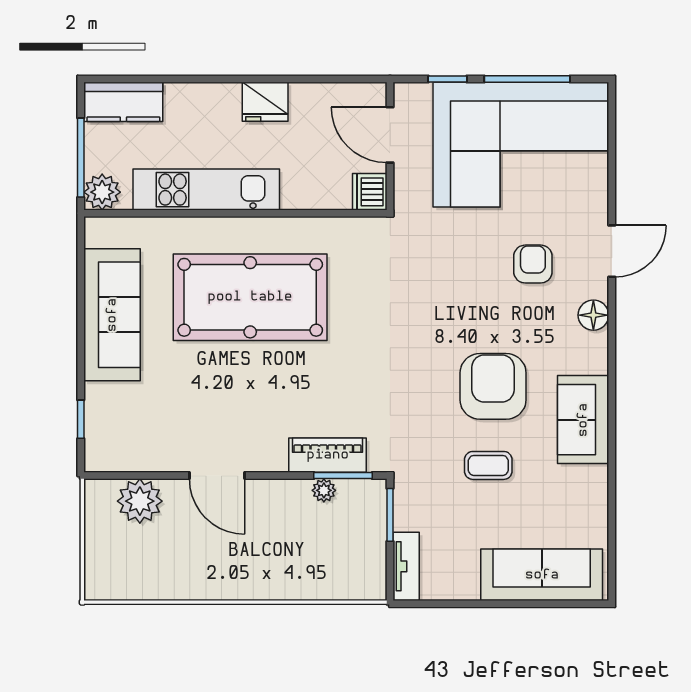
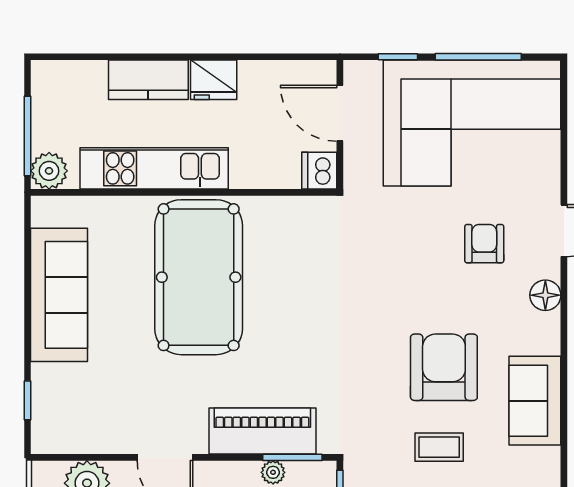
kitchen counter: (123, 102) -> (148, 80), moved
pool table: (250, 297) -> (199, 277), turned 90
piano: (328, 455) -> (262, 431), width x1.37, depth x1.33

